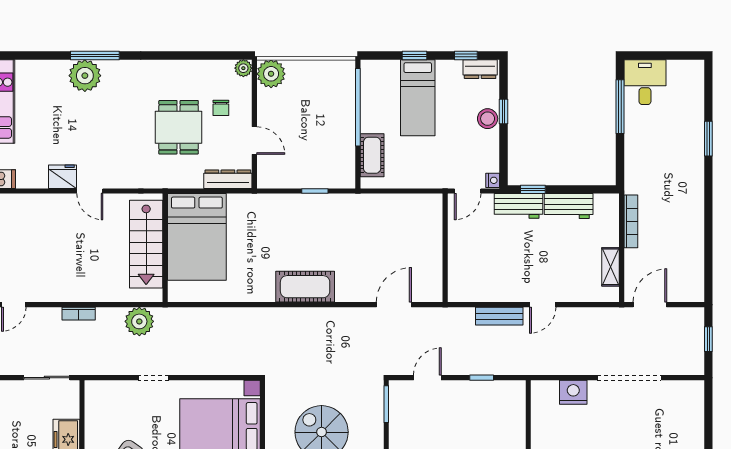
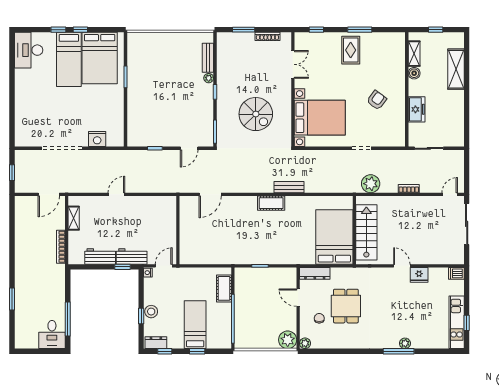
plant: (85, 76) -> (405, 343), width x0.53, depth x0.53
cot: (305, 287) -> (271, 203), width x0.73, depth x0.75
bench: (499, 316) -> (289, 187), moved

